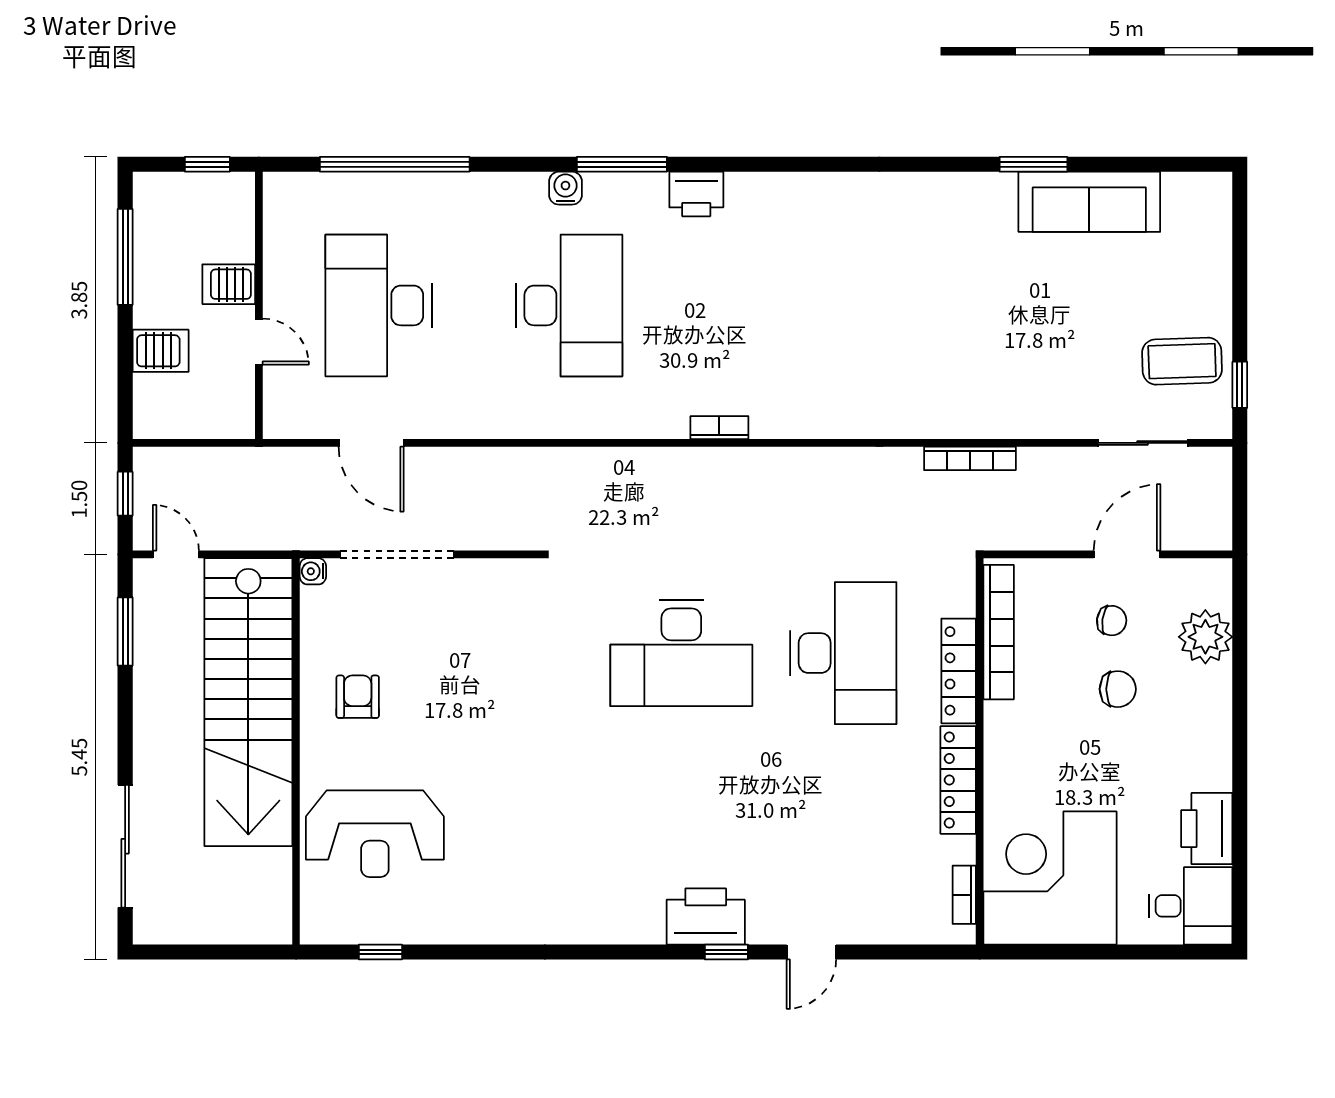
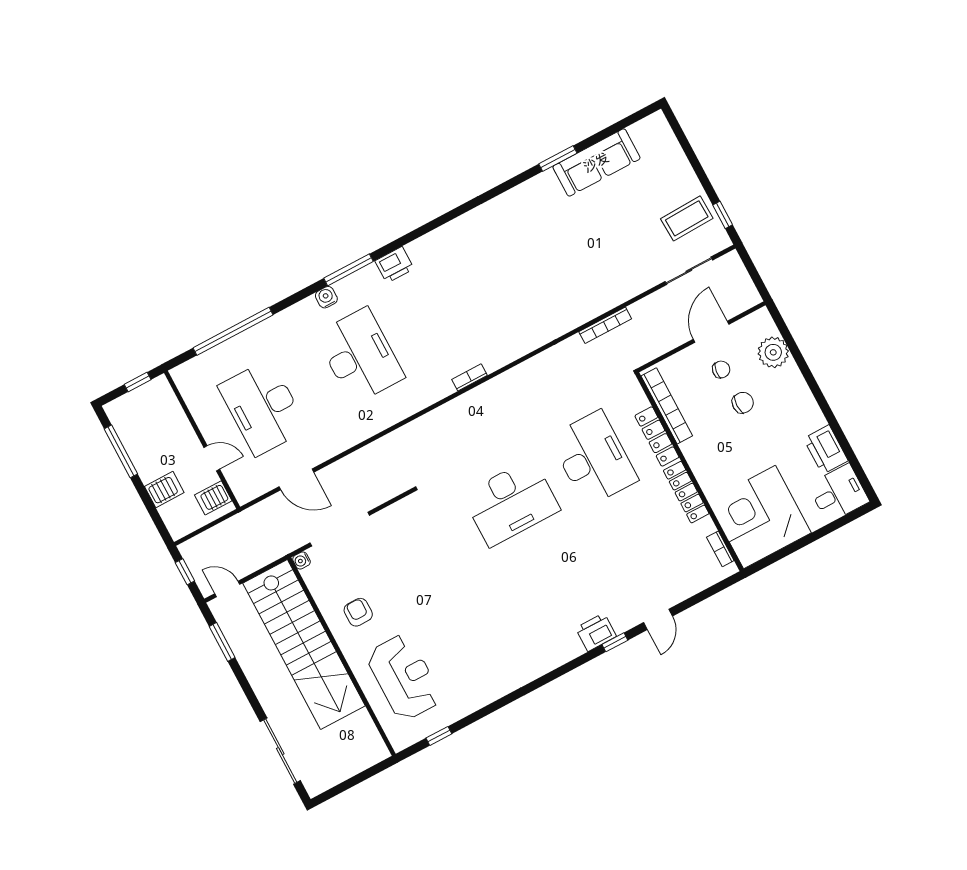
server rack: (229, 284) -> (213, 498), moved
reception desk: (375, 834) -> (404, 677), turned -90
printer: (706, 917) -> (596, 632), width x0.73, depth x0.84

